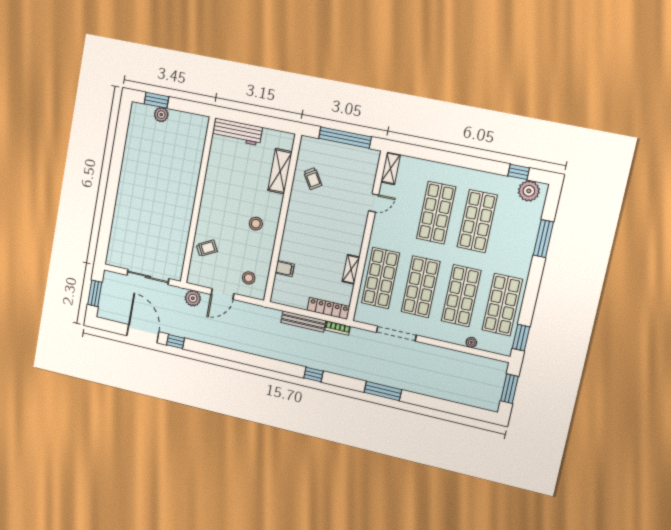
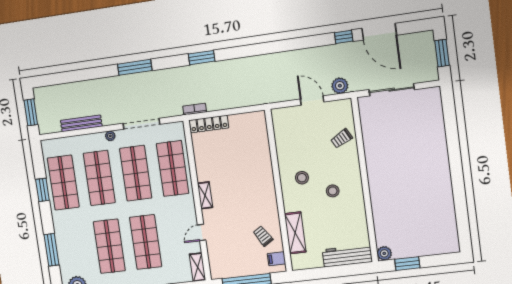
window: (156, 100) -> (407, 264), moved
plant: (161, 115) -> (384, 253), moved
filing cabinet: (285, 269) -> (276, 259), moved
shelving: (351, 269) -> (205, 195), moved
stool: (249, 278) -> (333, 191), moved
door: (223, 294) -> (312, 101), hinge flipped
bench: (303, 322) -> (81, 123), moved
window: (521, 338) -> (42, 190), moved
plant: (471, 342) -> (110, 136), moved
window: (313, 374) -> (202, 58), width x1.50

